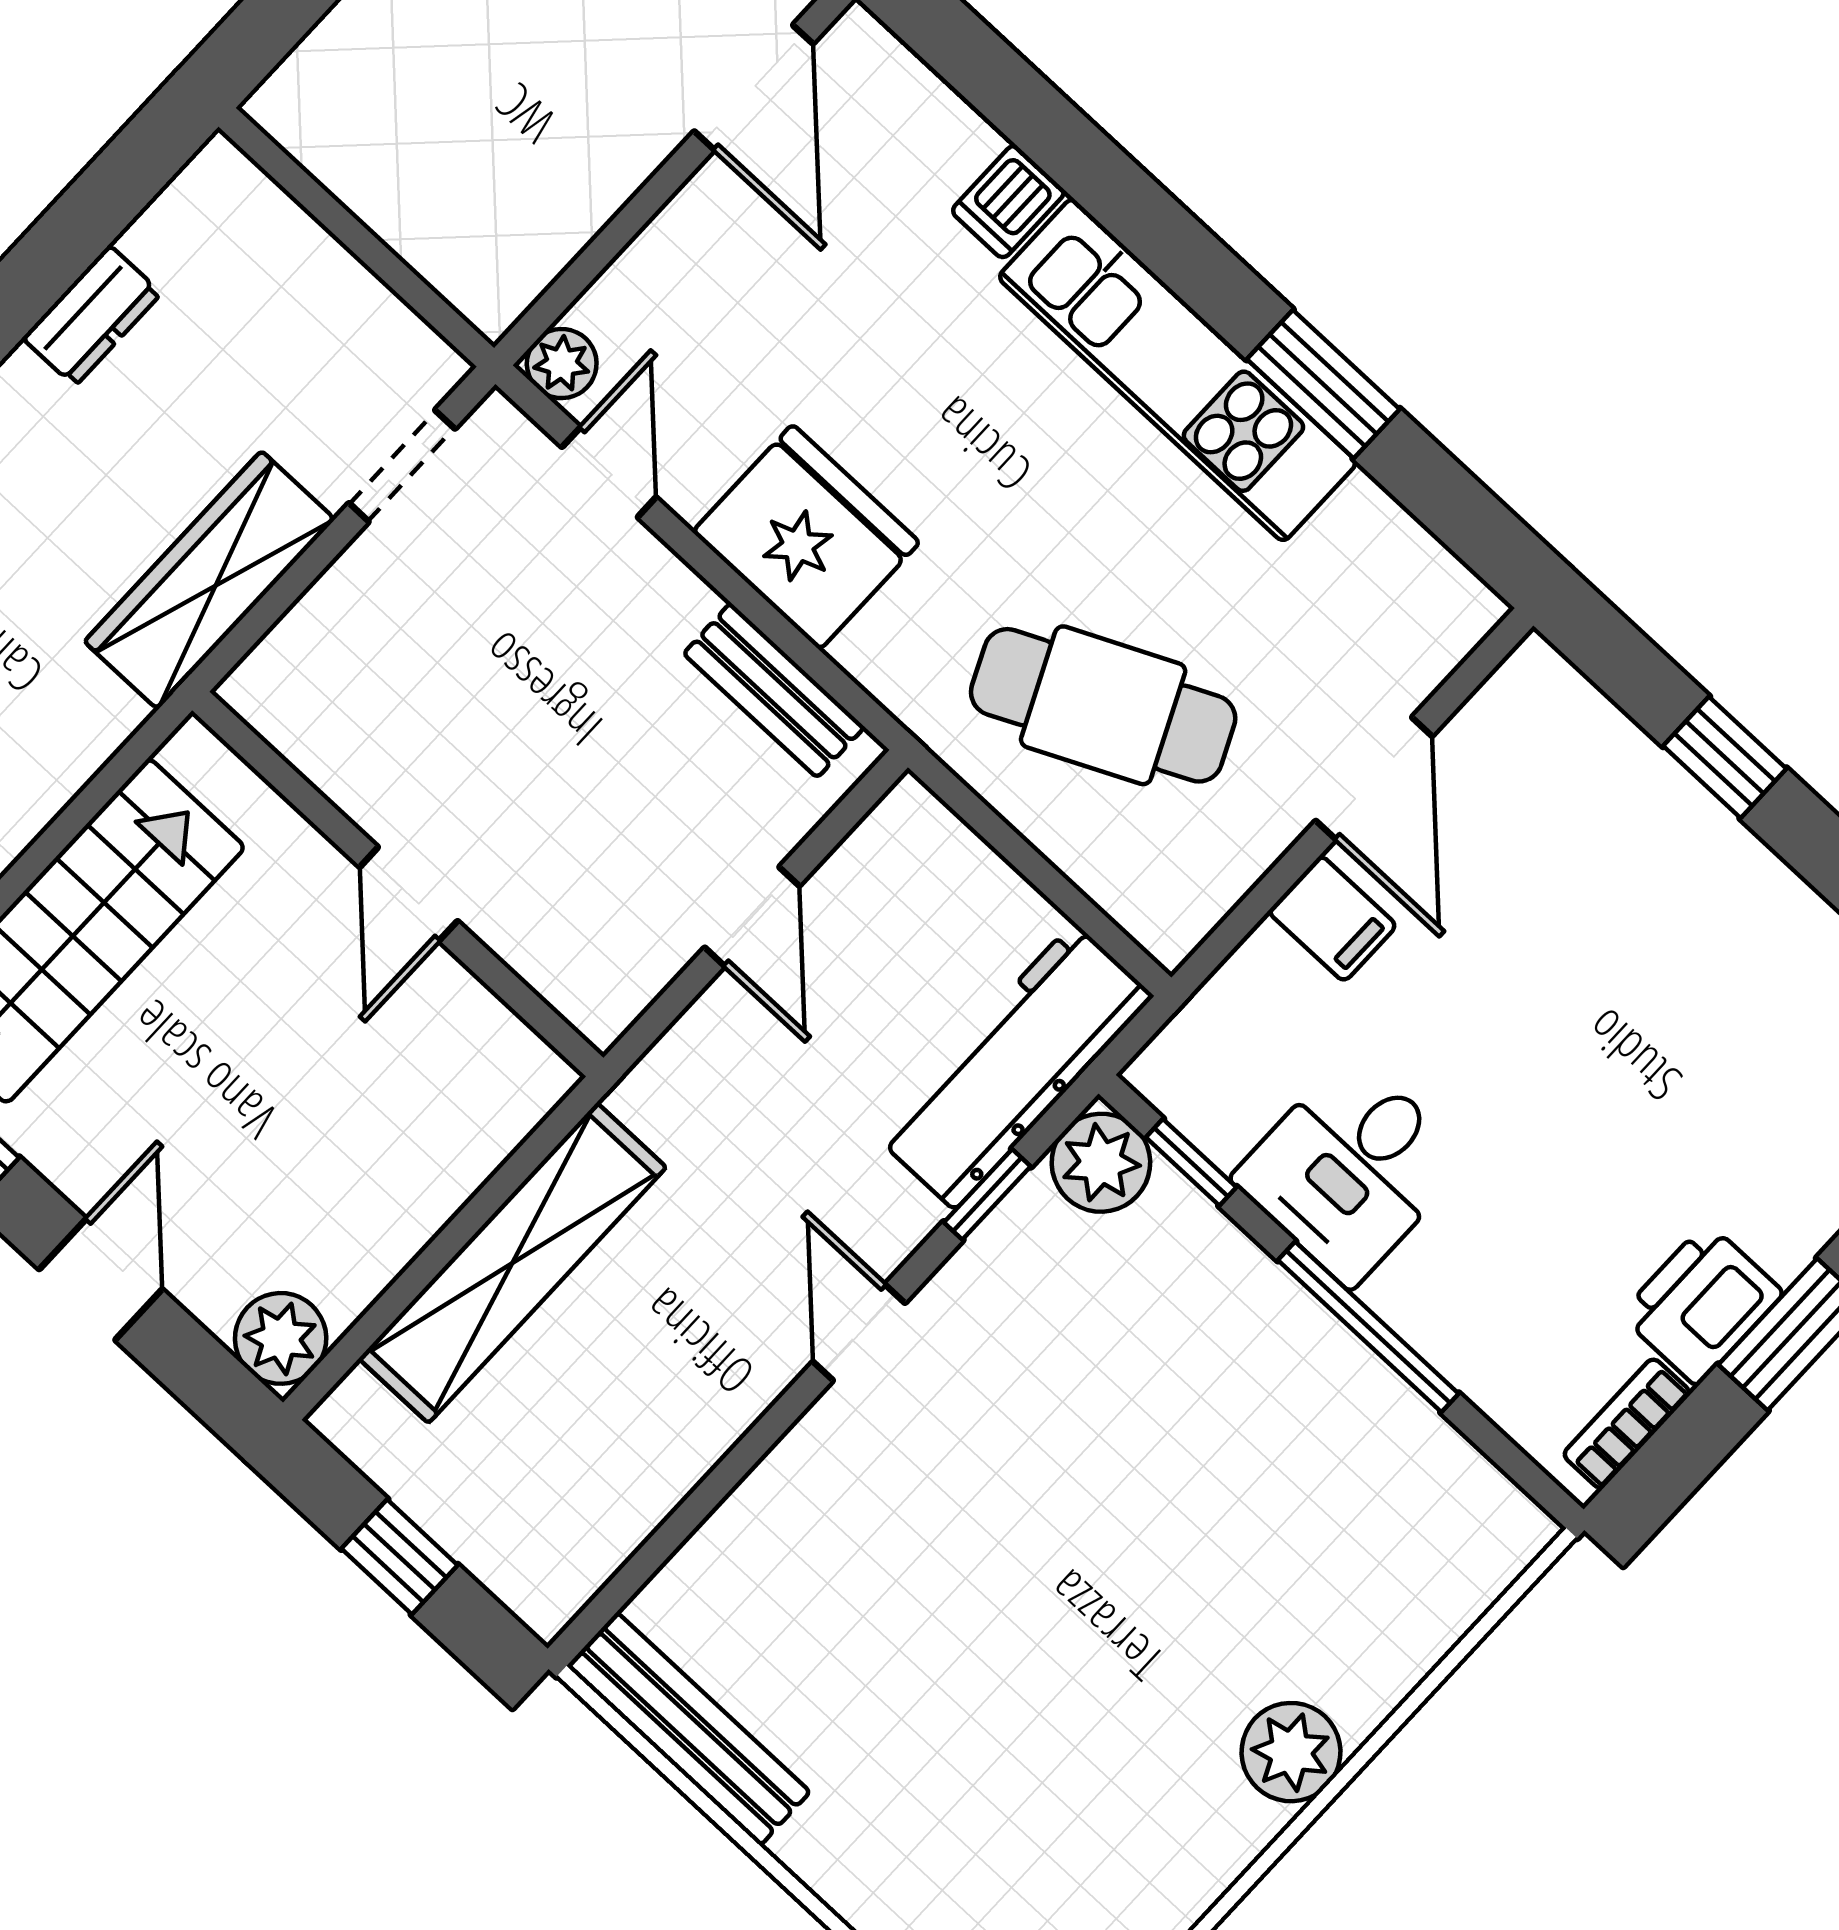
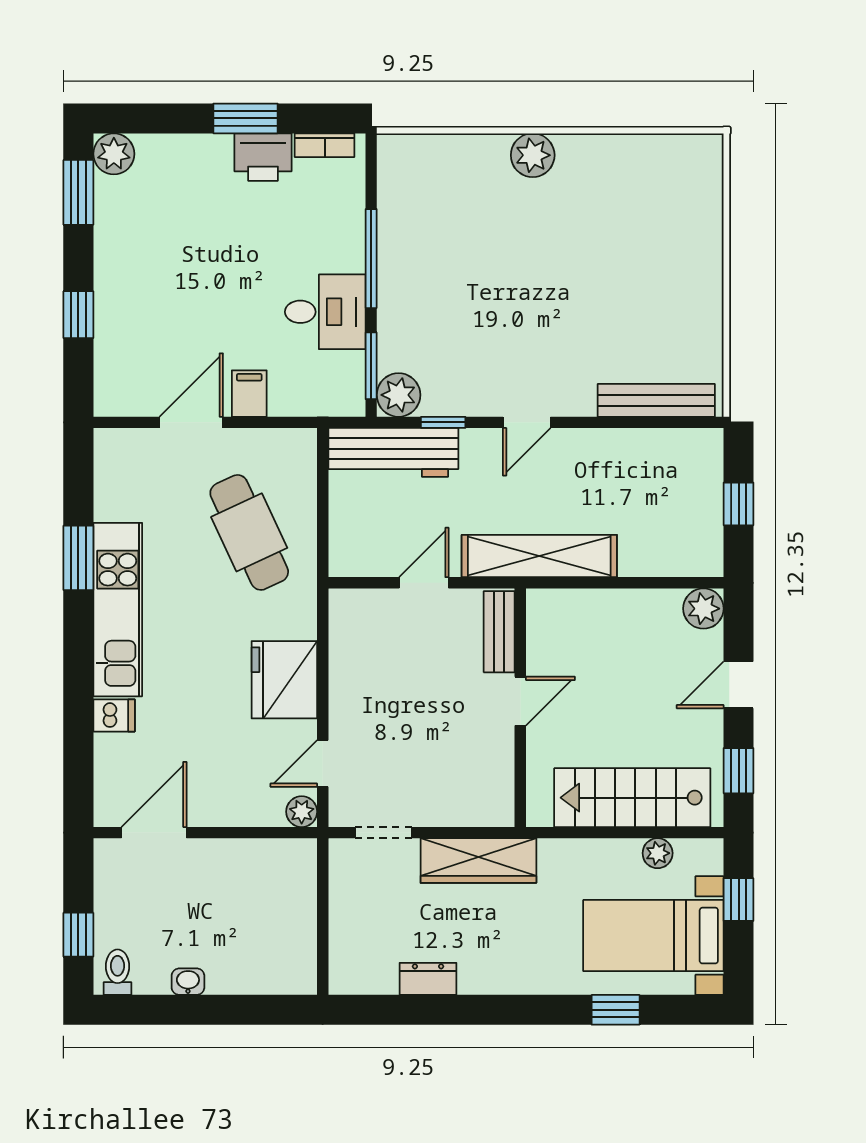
bench: (774, 690) -> (499, 632), moved
window: (1191, 1162) -> (371, 366), width x1.50
shelving: (512, 1263) -> (539, 556), moved
bench: (688, 1729) -> (656, 400), moved, turned 90

